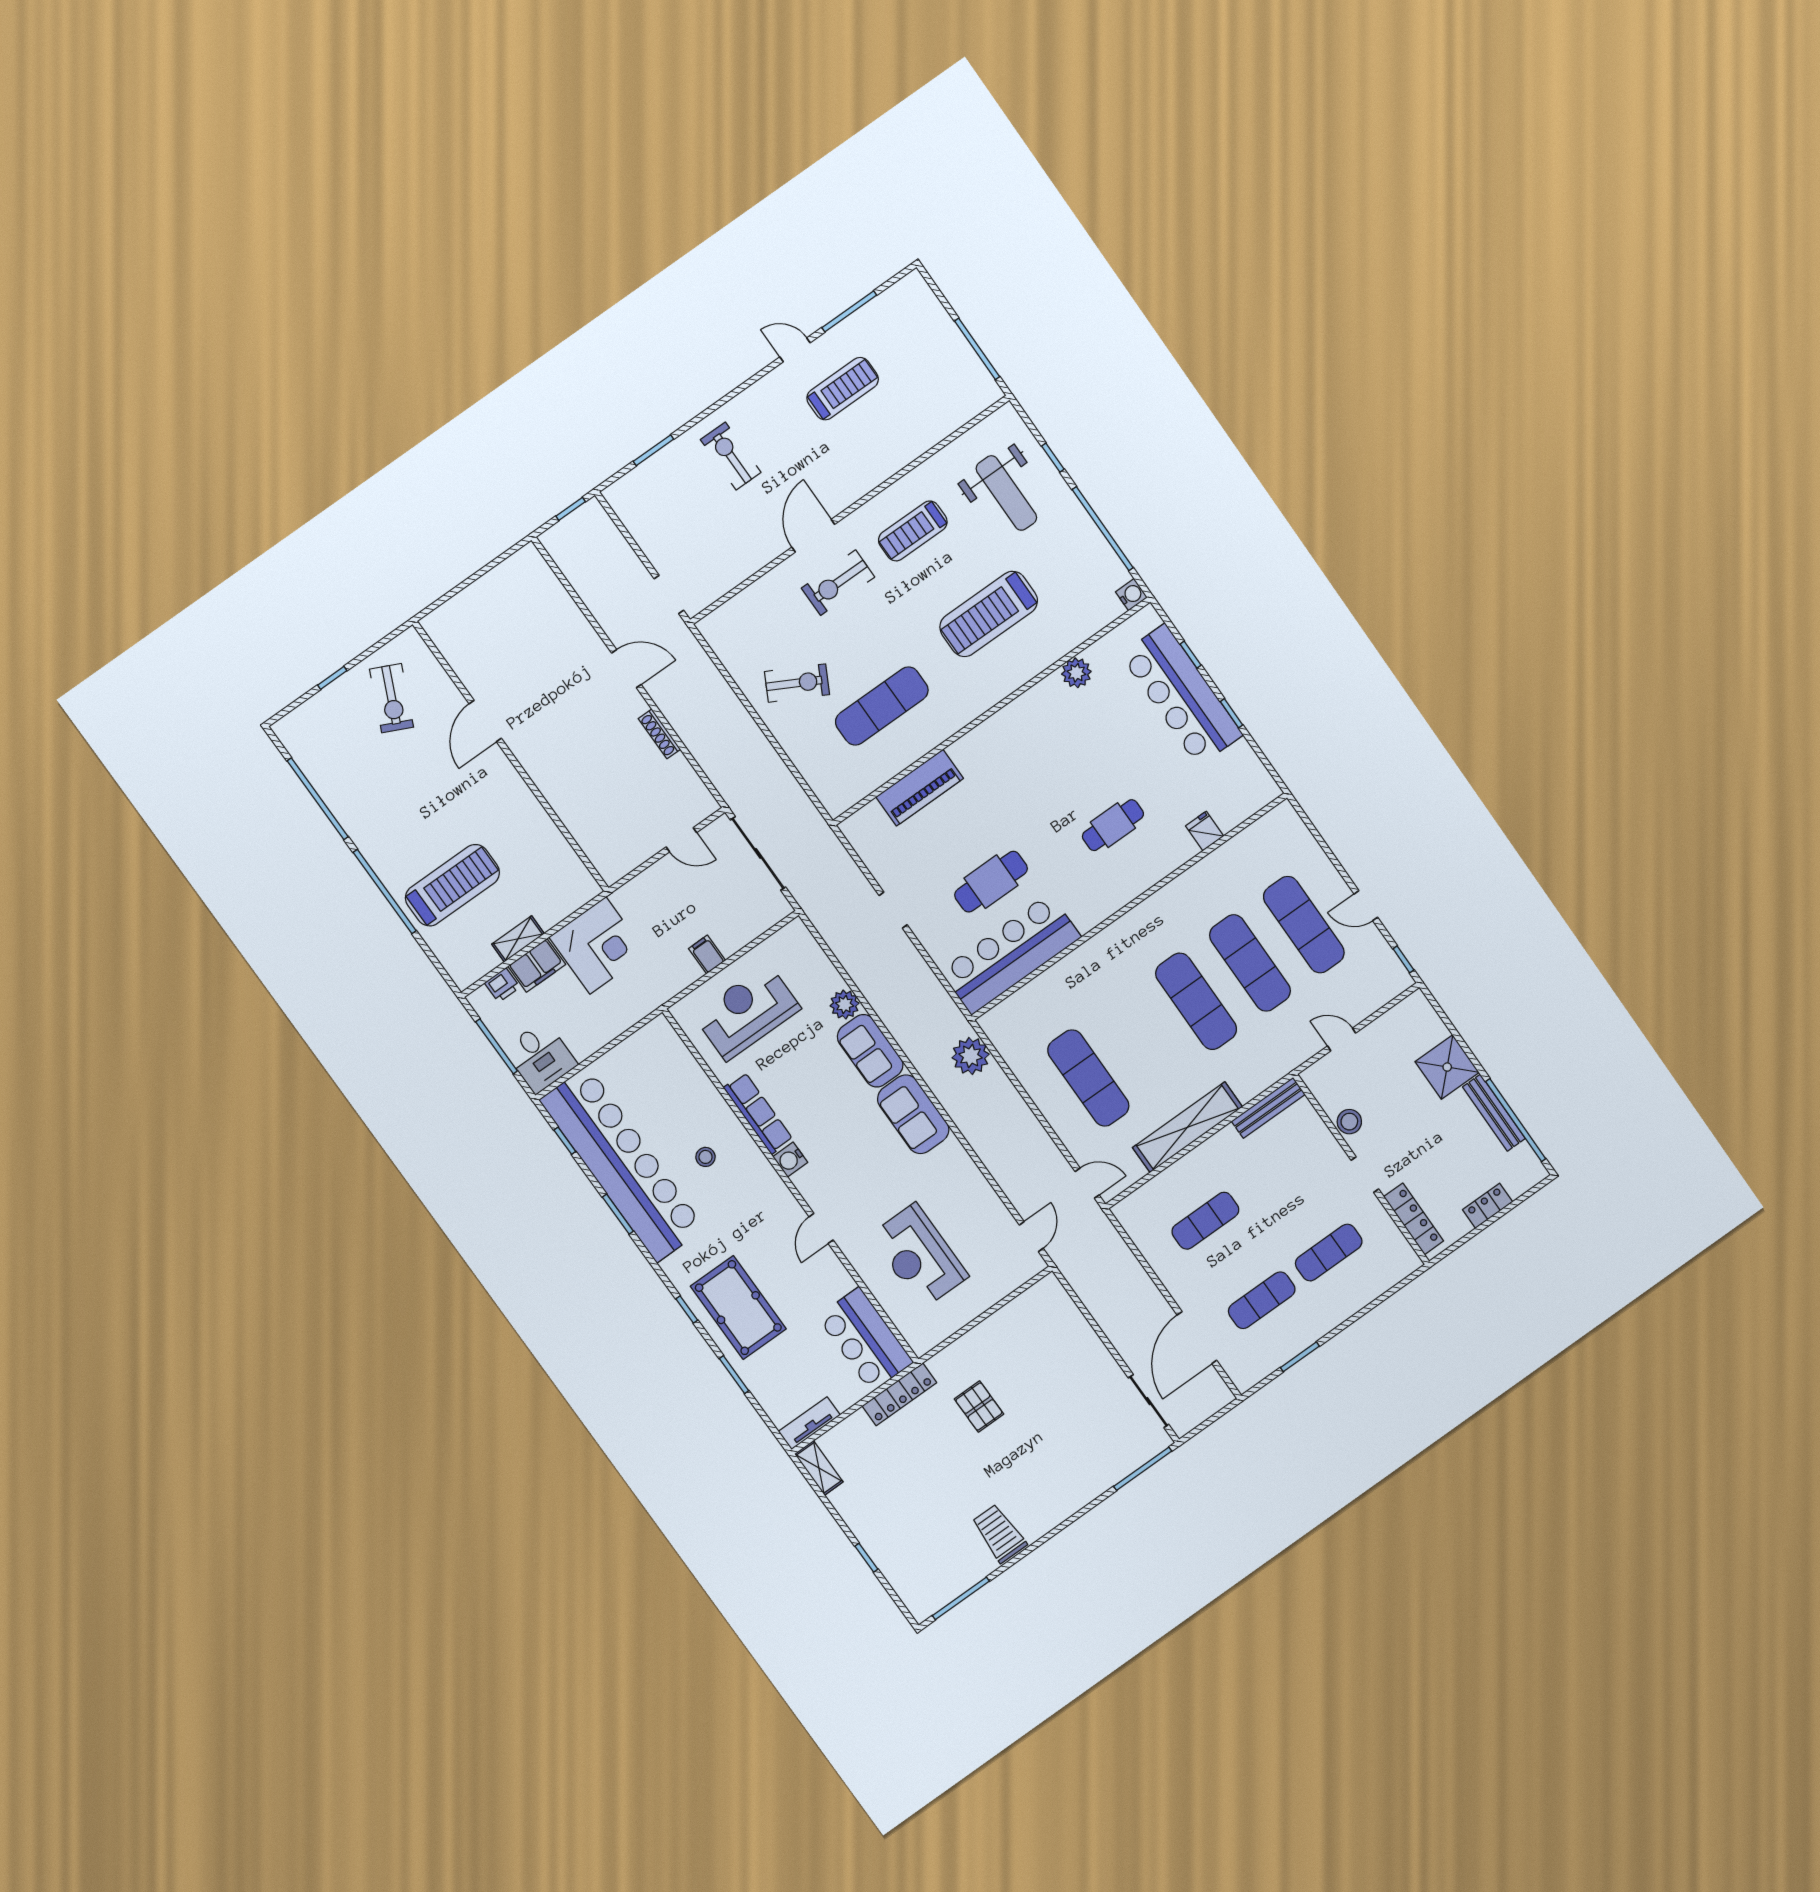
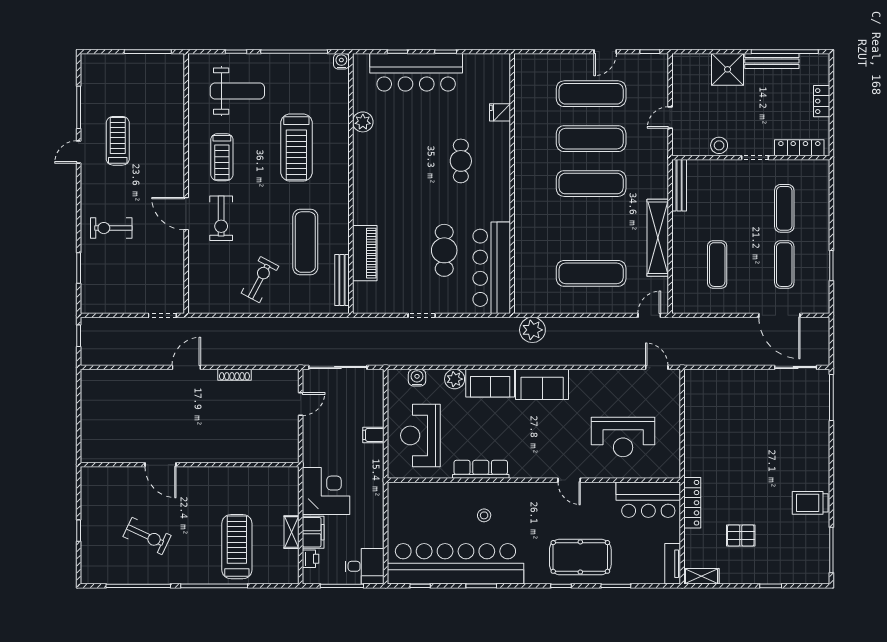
exercise bike: (392, 698) -> (147, 536), moved
bench: (868, 783) -> (342, 280), added
water cooler: (790, 1159) -> (417, 378), moved, turned 180
pallet: (979, 1407) -> (741, 536), moved

